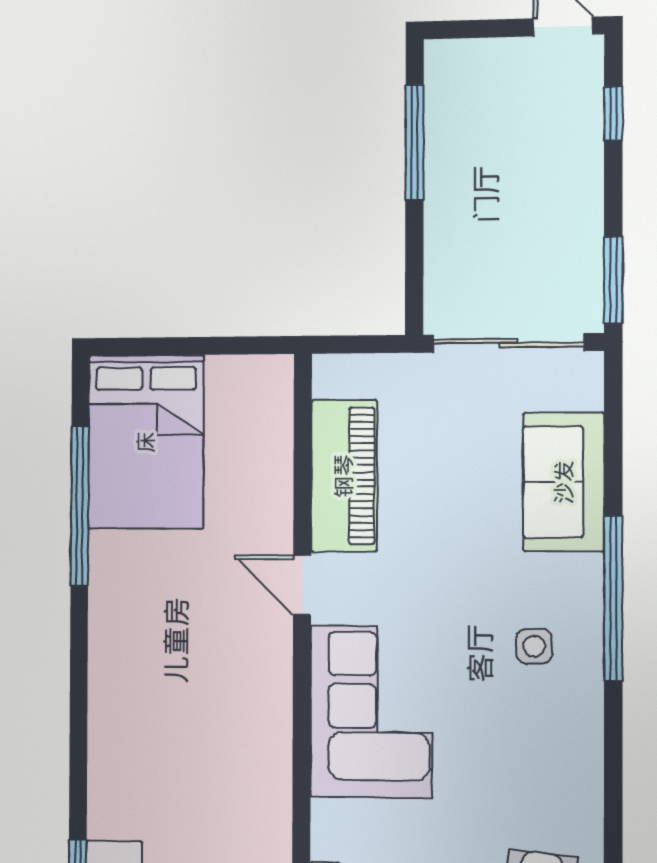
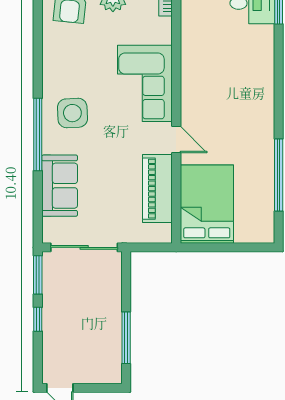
window: (613, 113) -> (38, 319), moved
bed: (146, 442) -> (207, 204), moved
side table: (534, 646) -> (72, 113), width x1.87, depth x1.87

